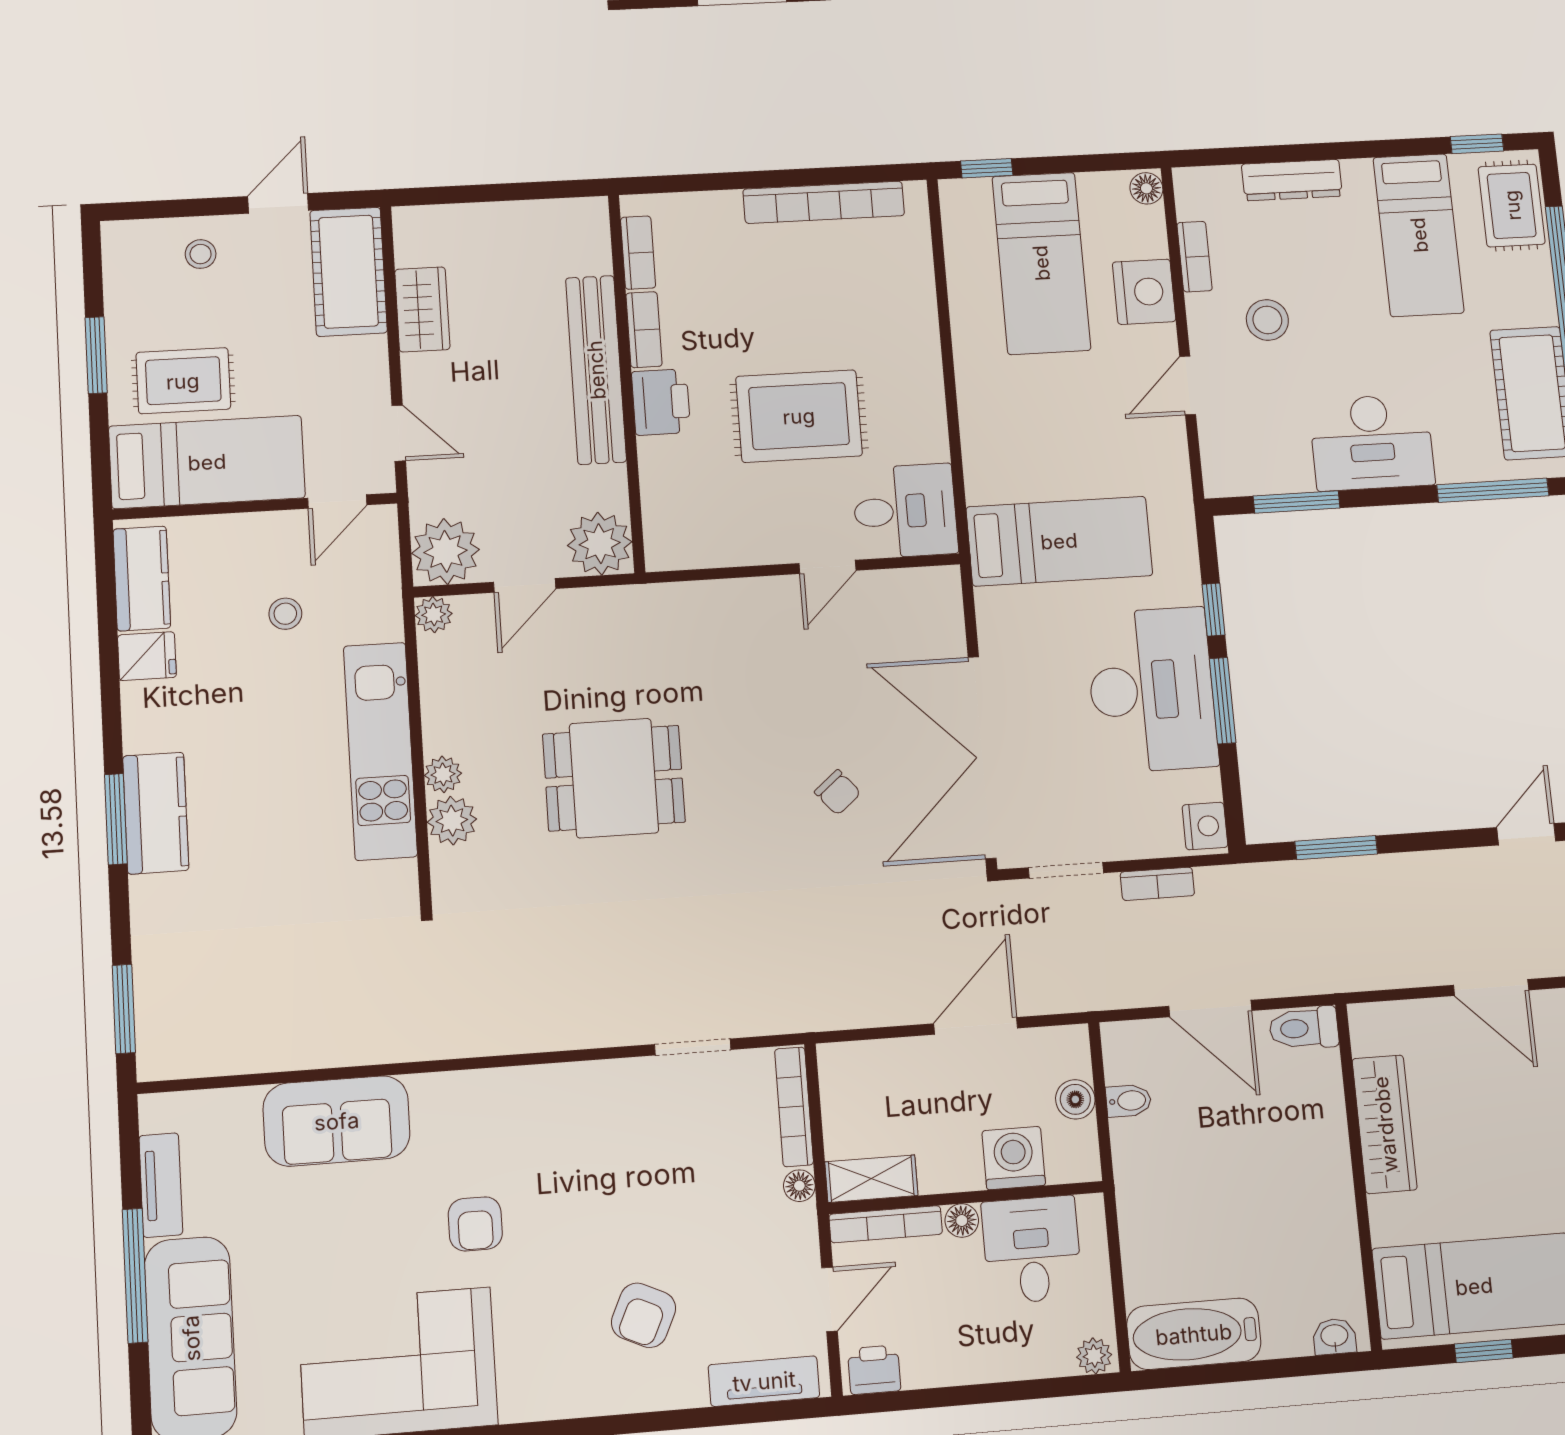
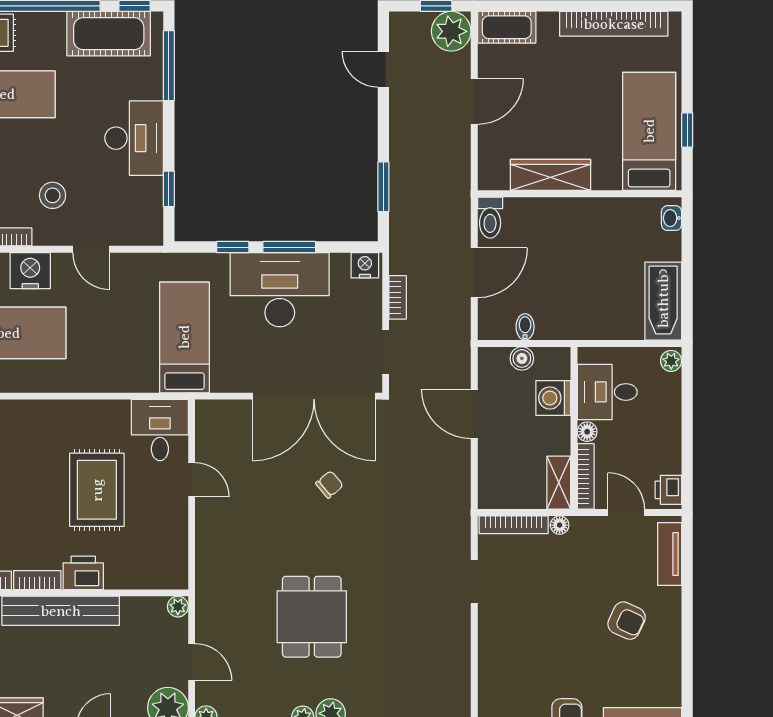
window: (1297, 502) -> (169, 189), width x0.67
plant: (600, 544) -> (178, 607), width x0.53, depth x0.53

